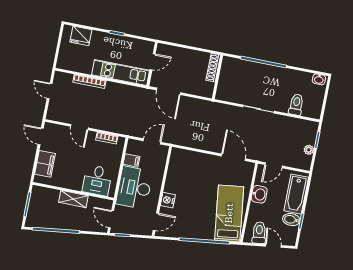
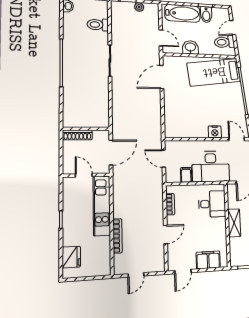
shoe rack: (213, 68) -> (77, 135), moved
wall: (218, 77) -> (86, 129), moved

